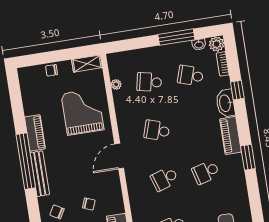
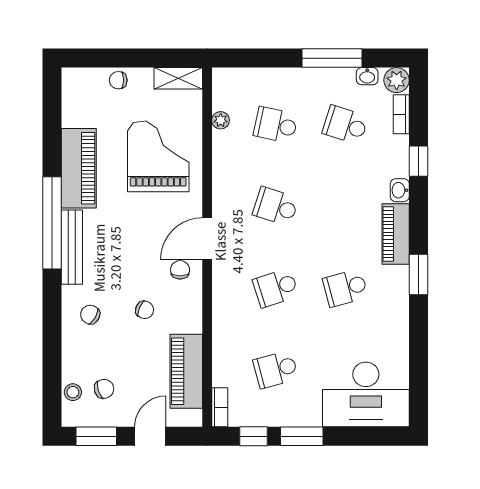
washbasin: (225, 103) -> (400, 190), width x0.52, depth x0.69
piano: (35, 133) -> (79, 168), width x1.37, depth x1.33
chair: (106, 177) -> (180, 270), added

